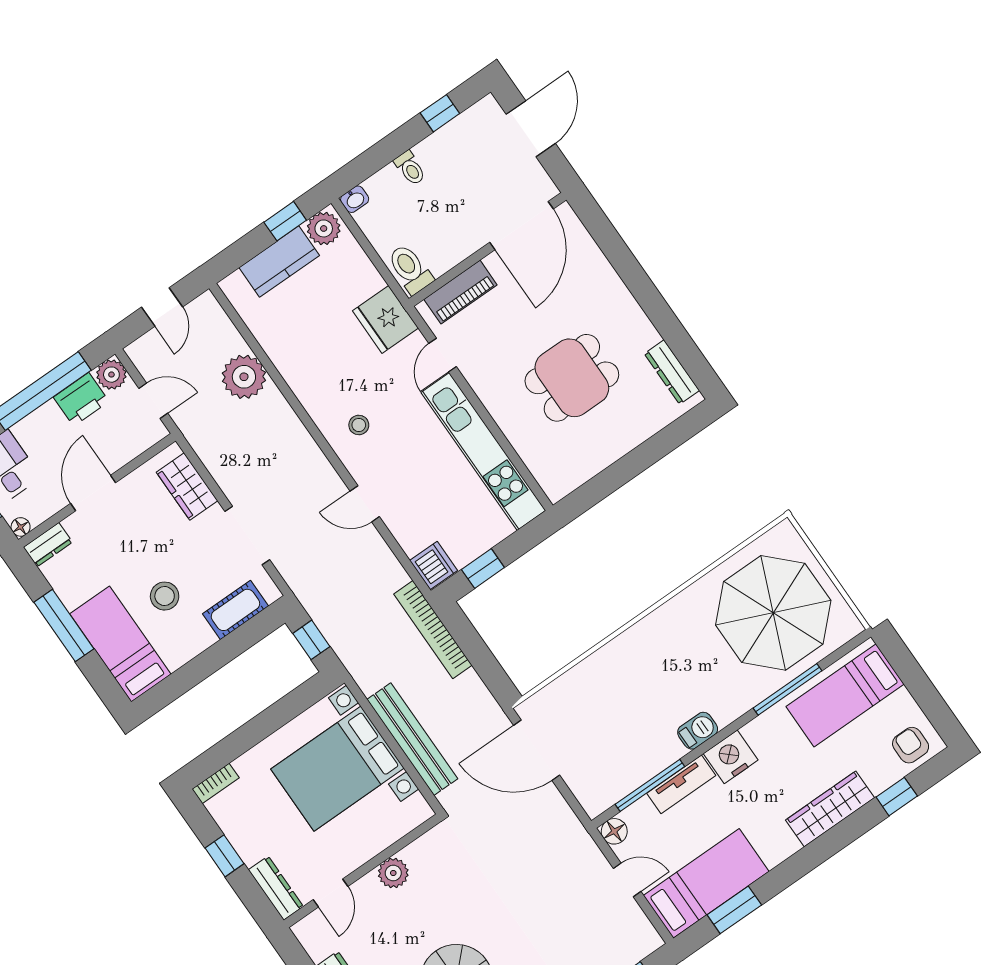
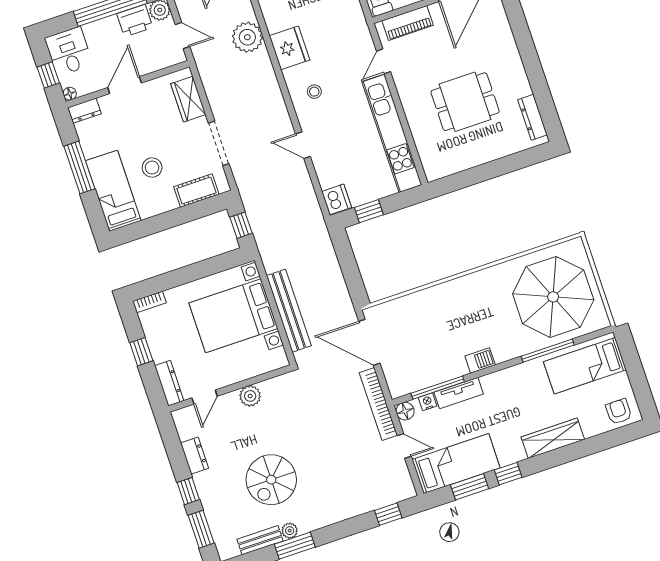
fridge: (385, 319) -> (290, 48), moved, turned 180
bookcase: (433, 630) -> (378, 404), moved
nightstand: (731, 757) -> (428, 402), moved, width x0.53, depth x0.56
window: (897, 797) -> (508, 474), moved

